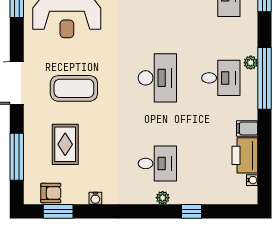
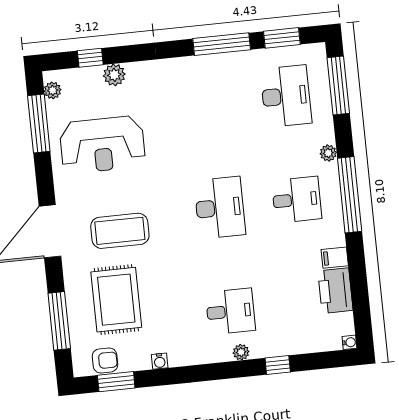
plant: (251, 63) -> (328, 153), moved
rug: (65, 144) -> (116, 300), width x1.36, depth x1.43
water cooler: (252, 180) -> (350, 342), moved

